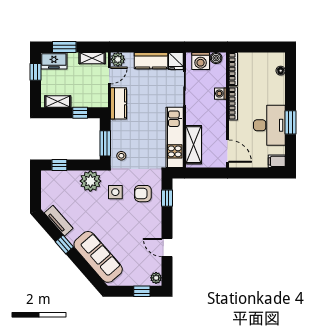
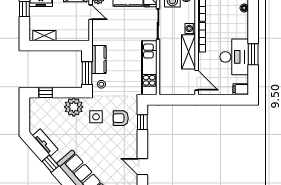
door: (109, 75) -> (91, 12), hinge flipped
kitchen counter: (119, 103) -> (99, 60), moved
window: (80, 113) -> (64, 46), removed
shelving: (194, 145) -> (188, 52), moved

